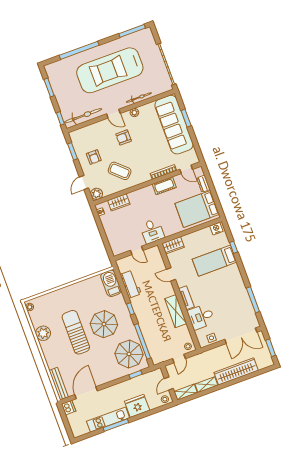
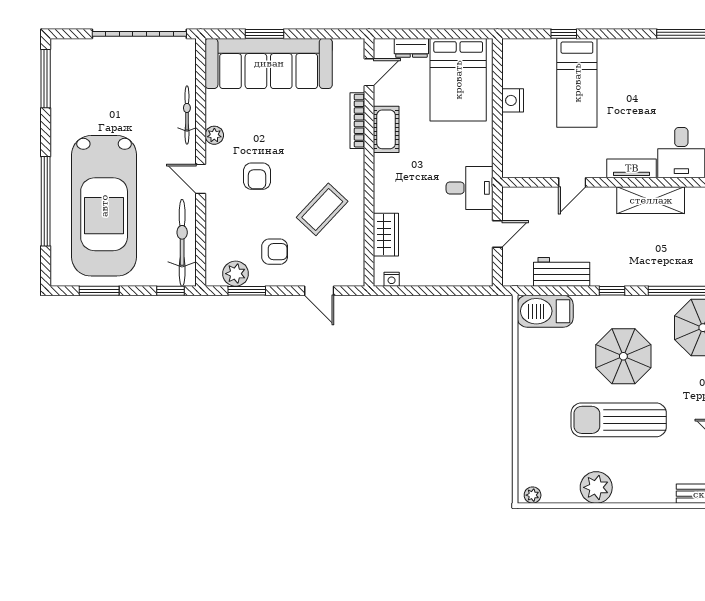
car: (110, 70) -> (104, 206), moved
door: (113, 114) -> (201, 179), swing flipped
plant: (97, 194) -> (236, 274), moved
nightstand: (216, 229) -> (513, 100), moved
wardrobe: (173, 245) -> (514, 156), removed

